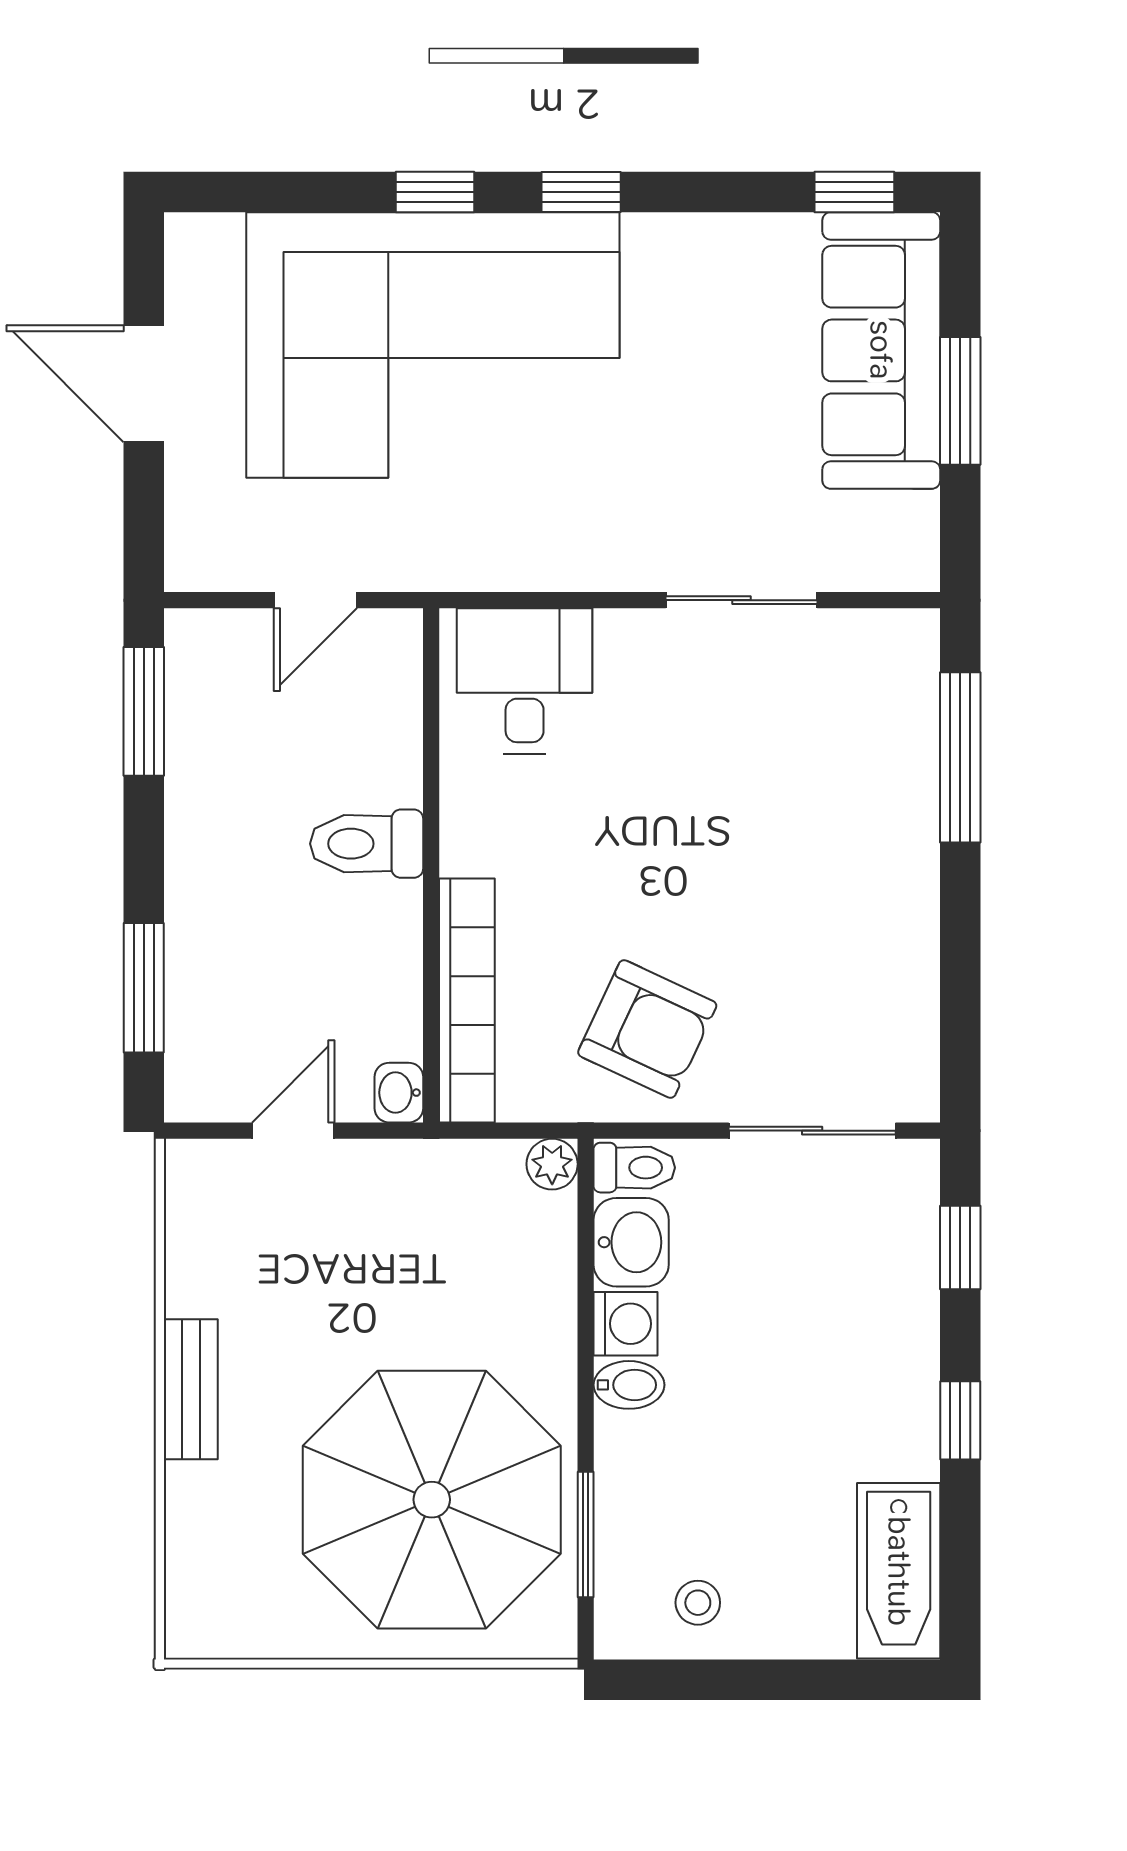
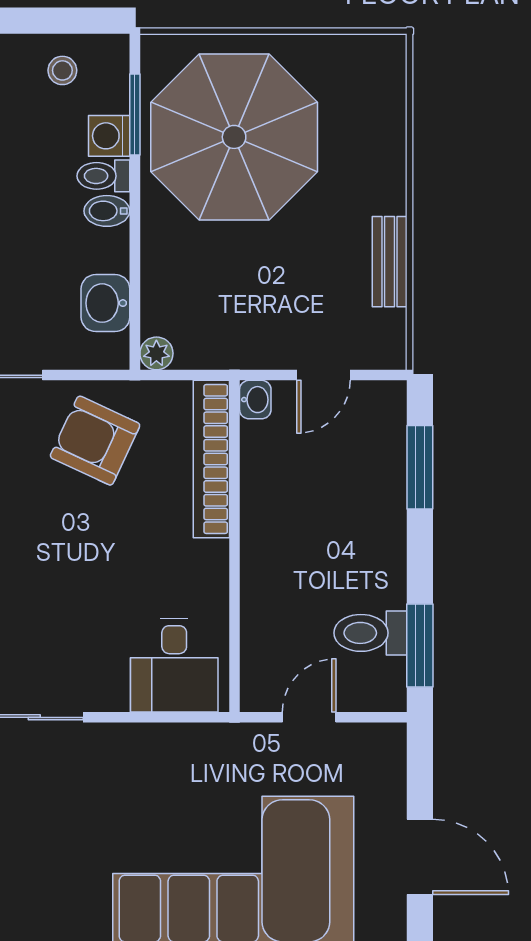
toilet: (367, 844) -> (370, 633), moved, turned 180
toilet: (634, 1168) -> (103, 176), moved
washing machine: (625, 1324) -> (109, 136), moved
bench: (191, 1389) -> (390, 262), moved

